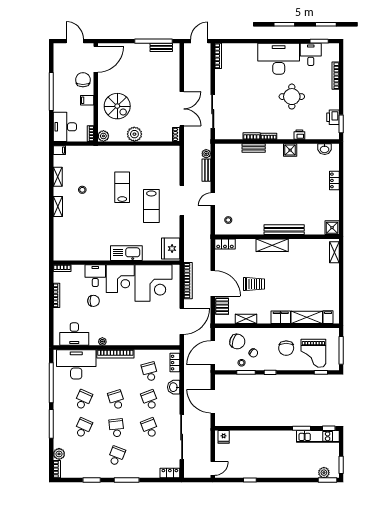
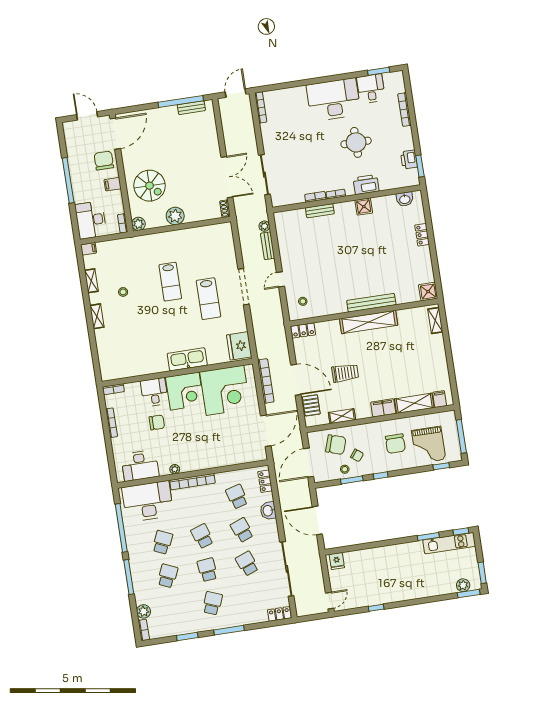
printer: (299, 135) -> (366, 185), width x1.87, depth x1.48
lab bench: (122, 187) -> (170, 282), turned 180
shelving: (272, 245) -> (369, 322), width x1.47

